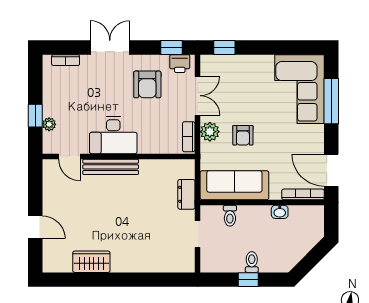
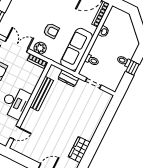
bench: (111, 167) -> (42, 94), moved

